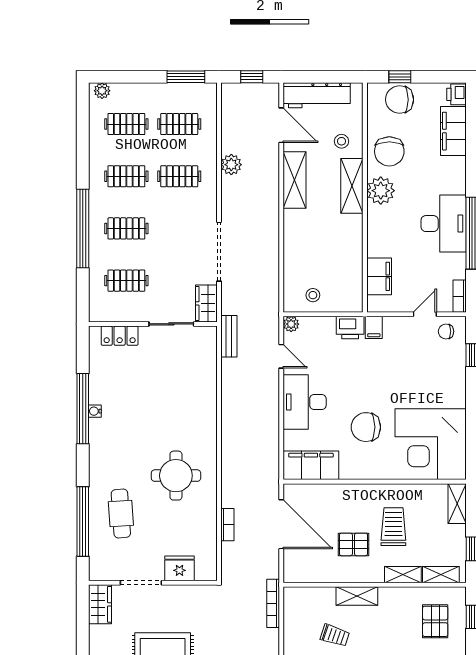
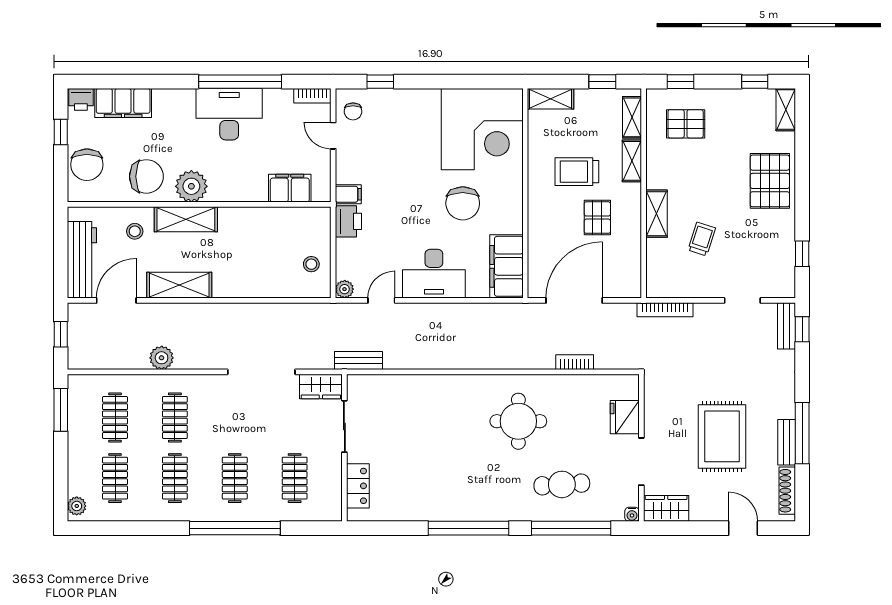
window: (400, 77) -> (61, 132), moved
window: (83, 409) -> (469, 528), moved
water cooler: (95, 411) -> (632, 514), moved

